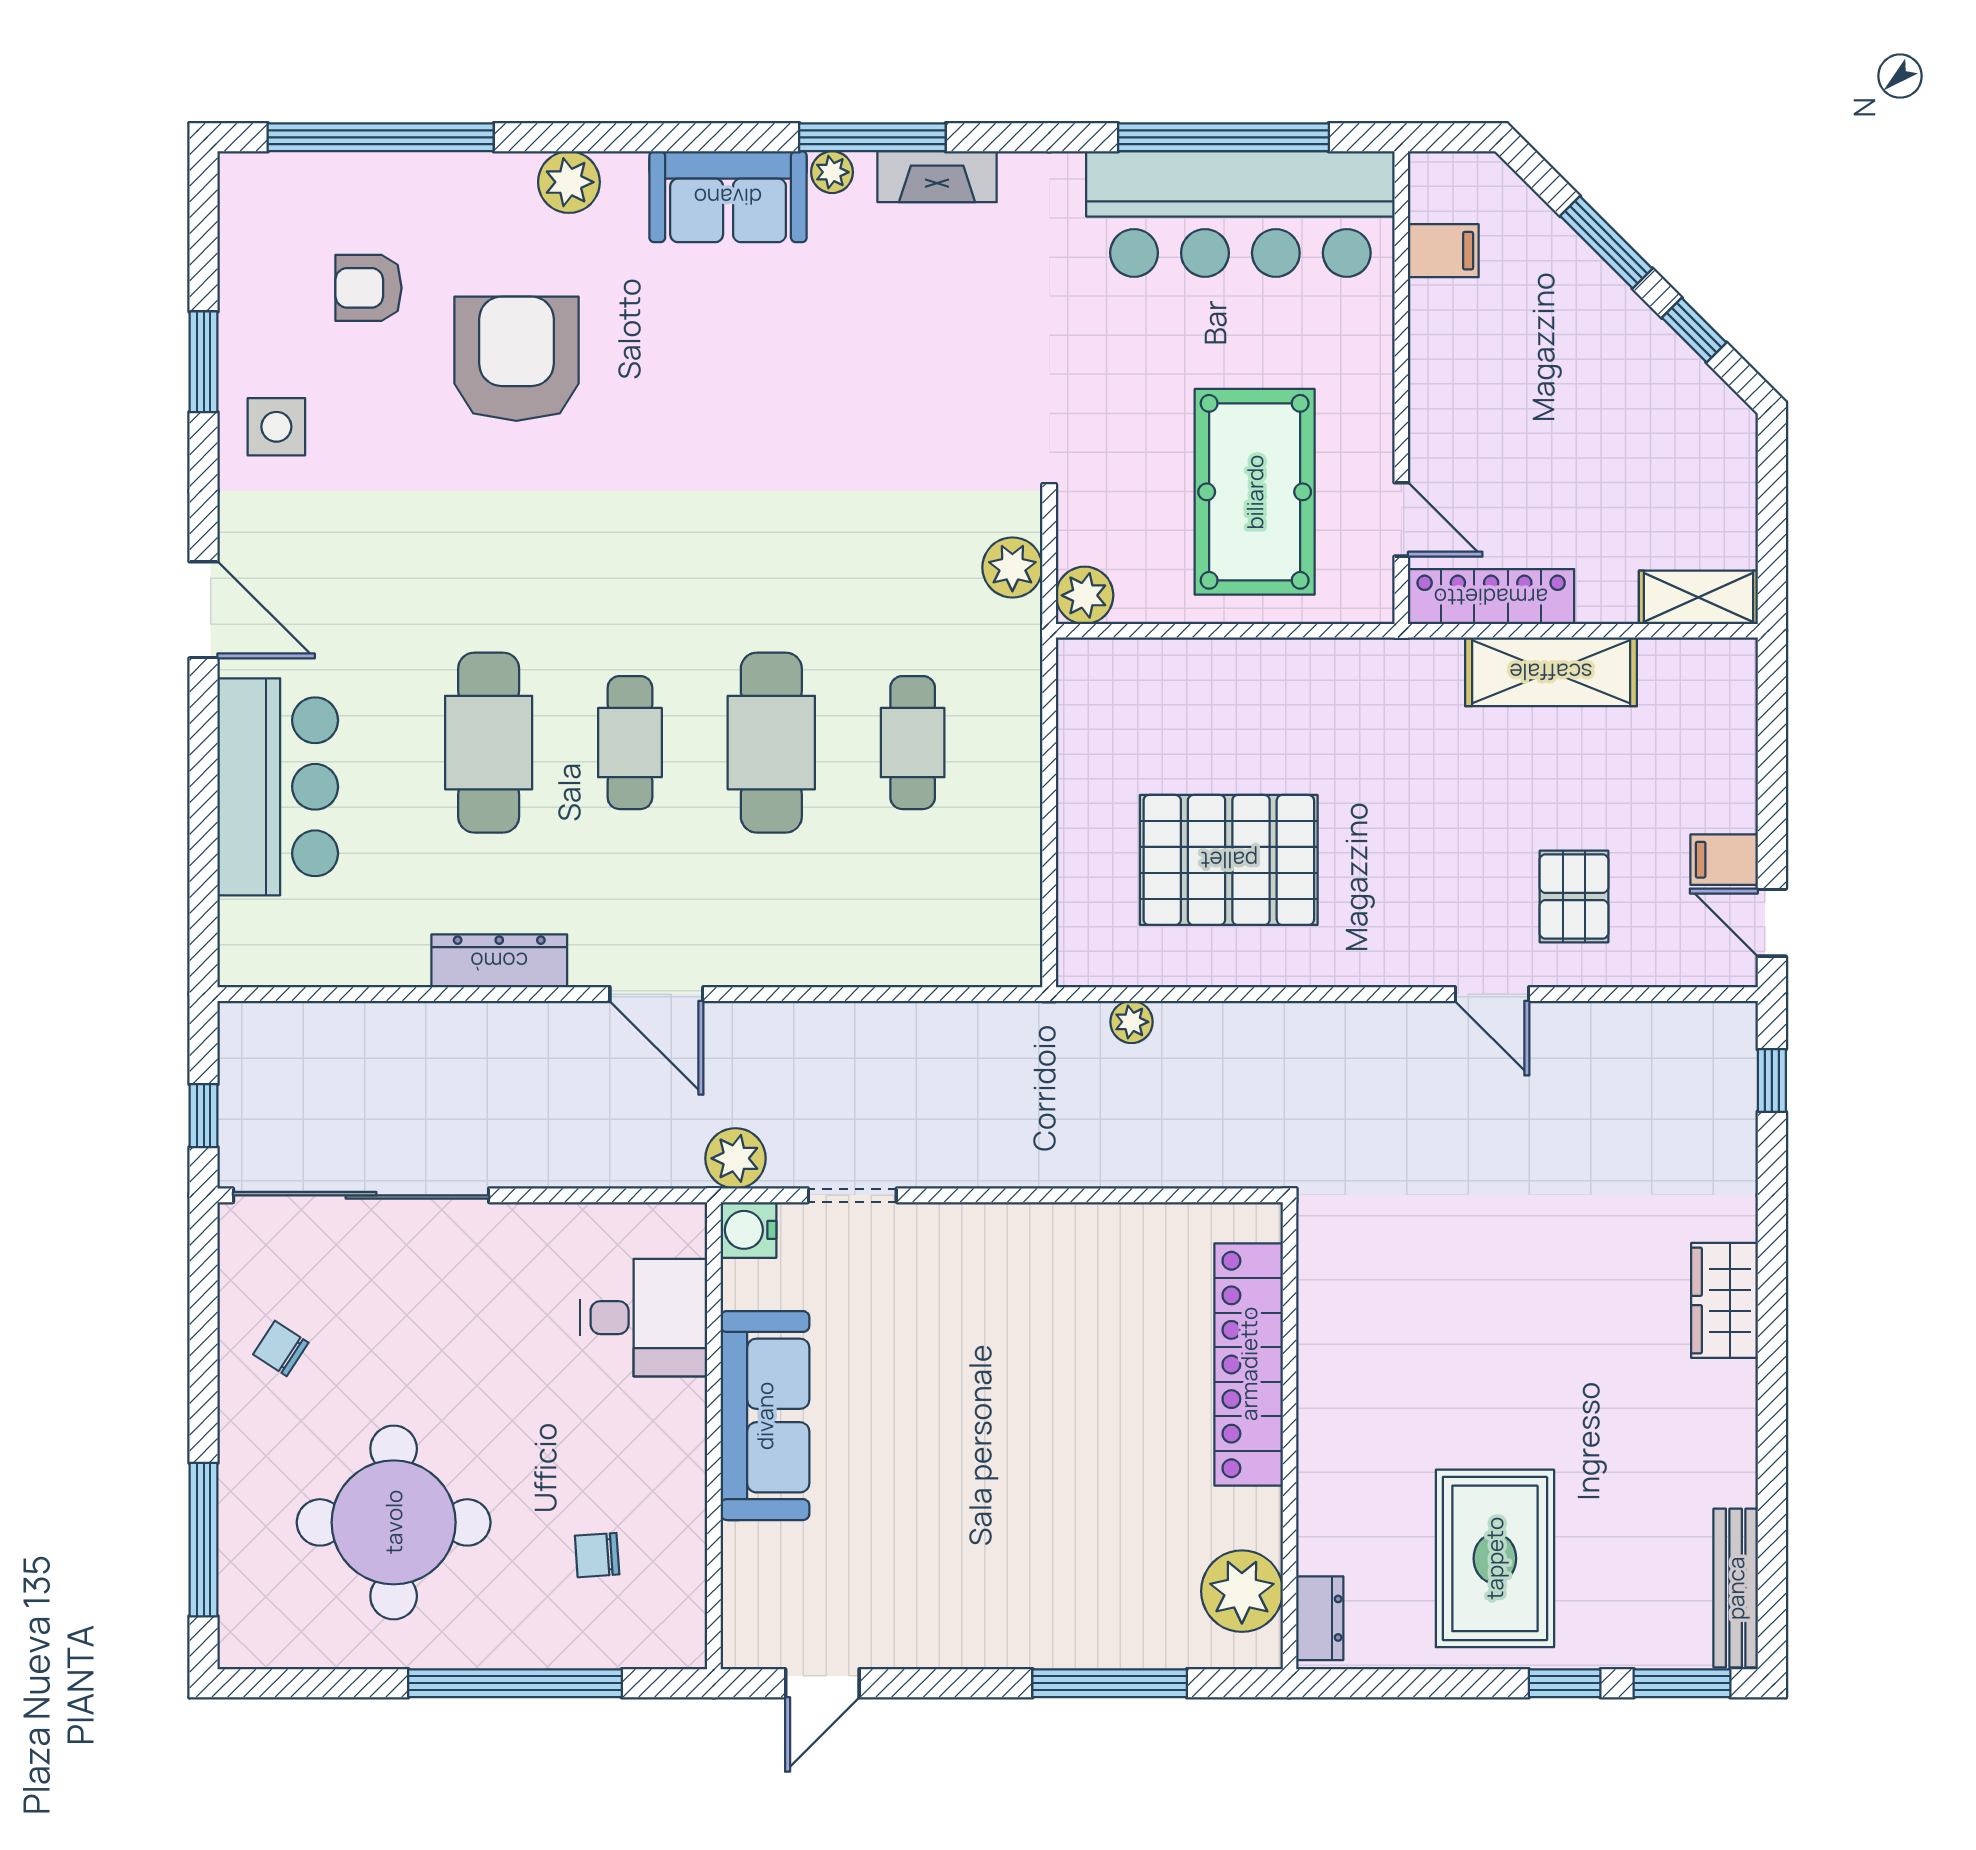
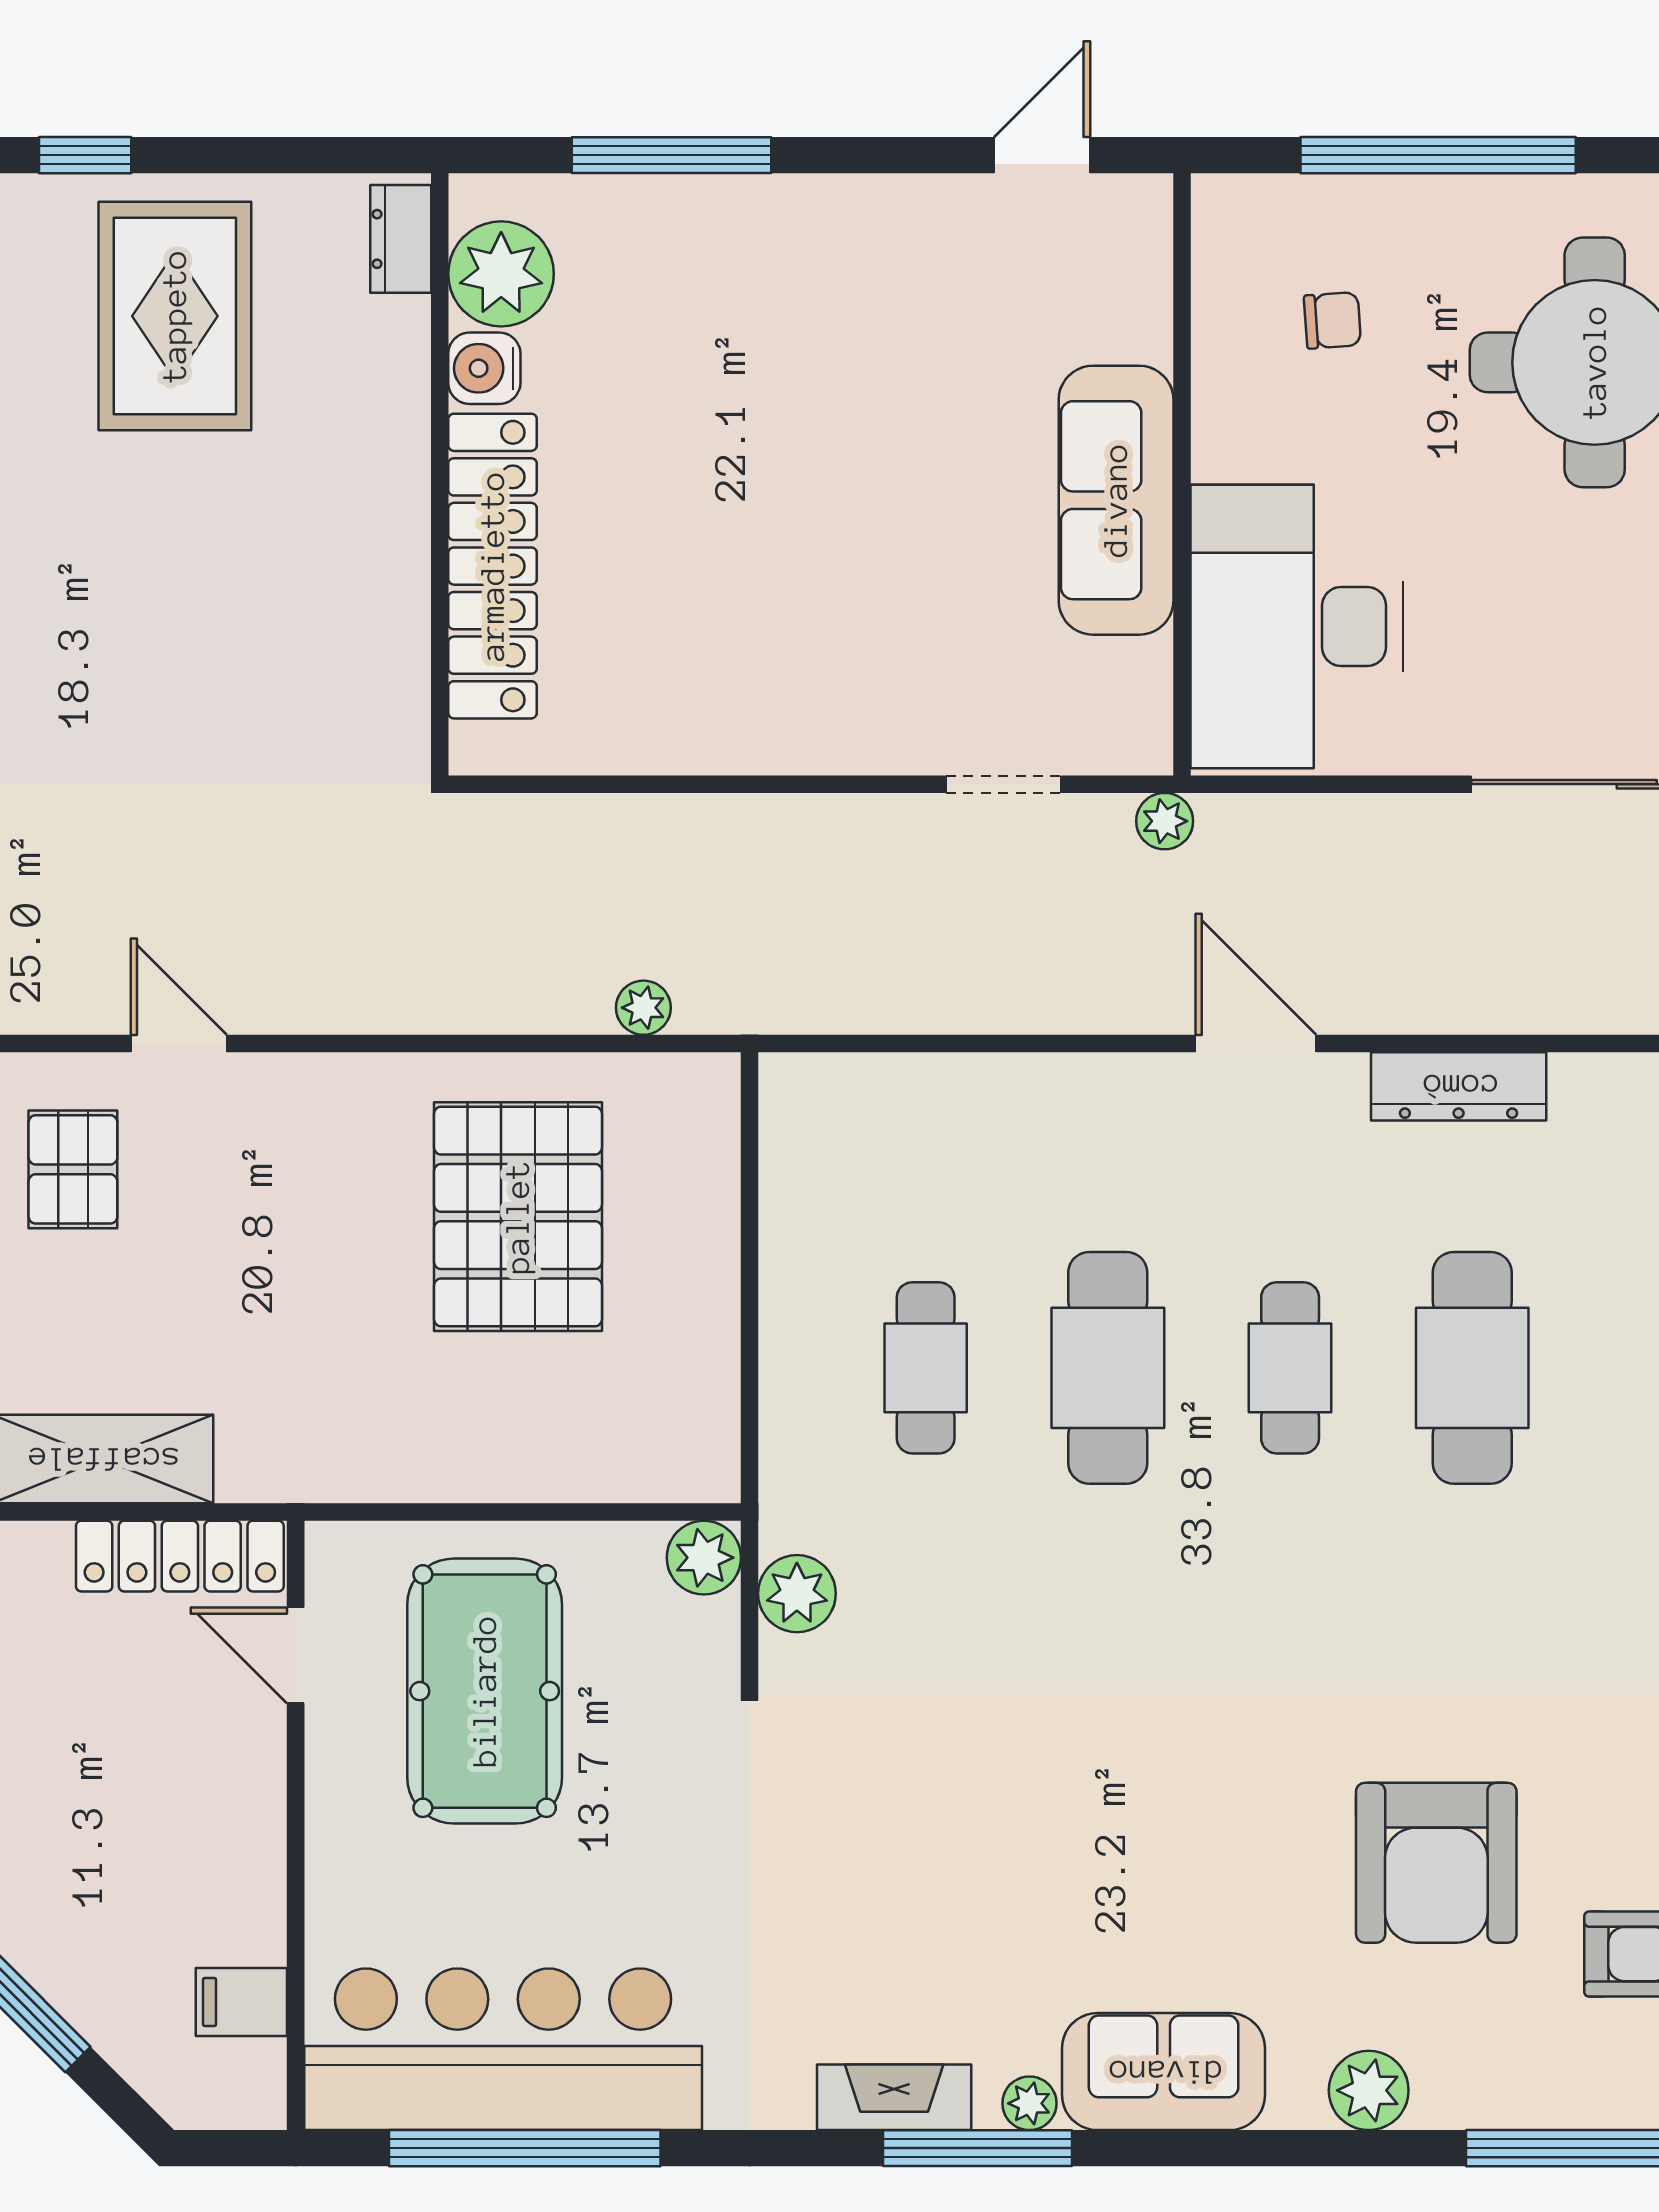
pallet: (1229, 860) -> (518, 1217), turned 90
plant: (735, 1158) -> (1165, 821), width x0.73, depth x0.73
water cooler: (748, 1230) -> (484, 368), moved, turned 180
desk: (644, 1318) -> (1297, 626), width x1.87, depth x1.30

